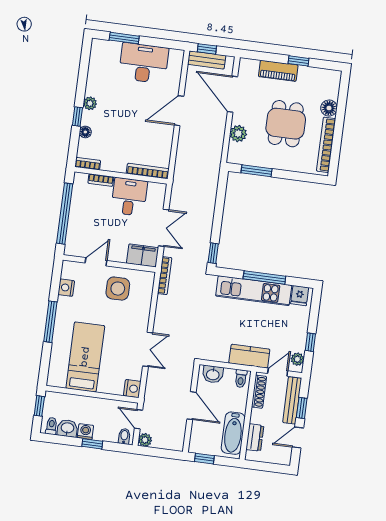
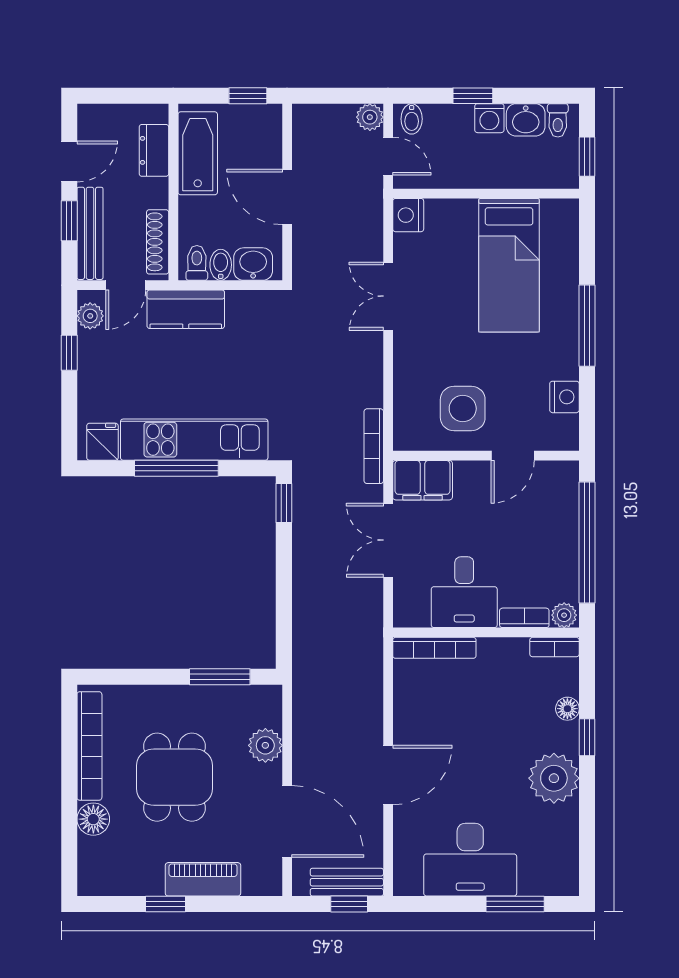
plant: (90, 103) -> (554, 778), width x1.87, depth x1.87
plant: (81, 179) -> (564, 615), added
bidet: (229, 376) -> (221, 265), added

